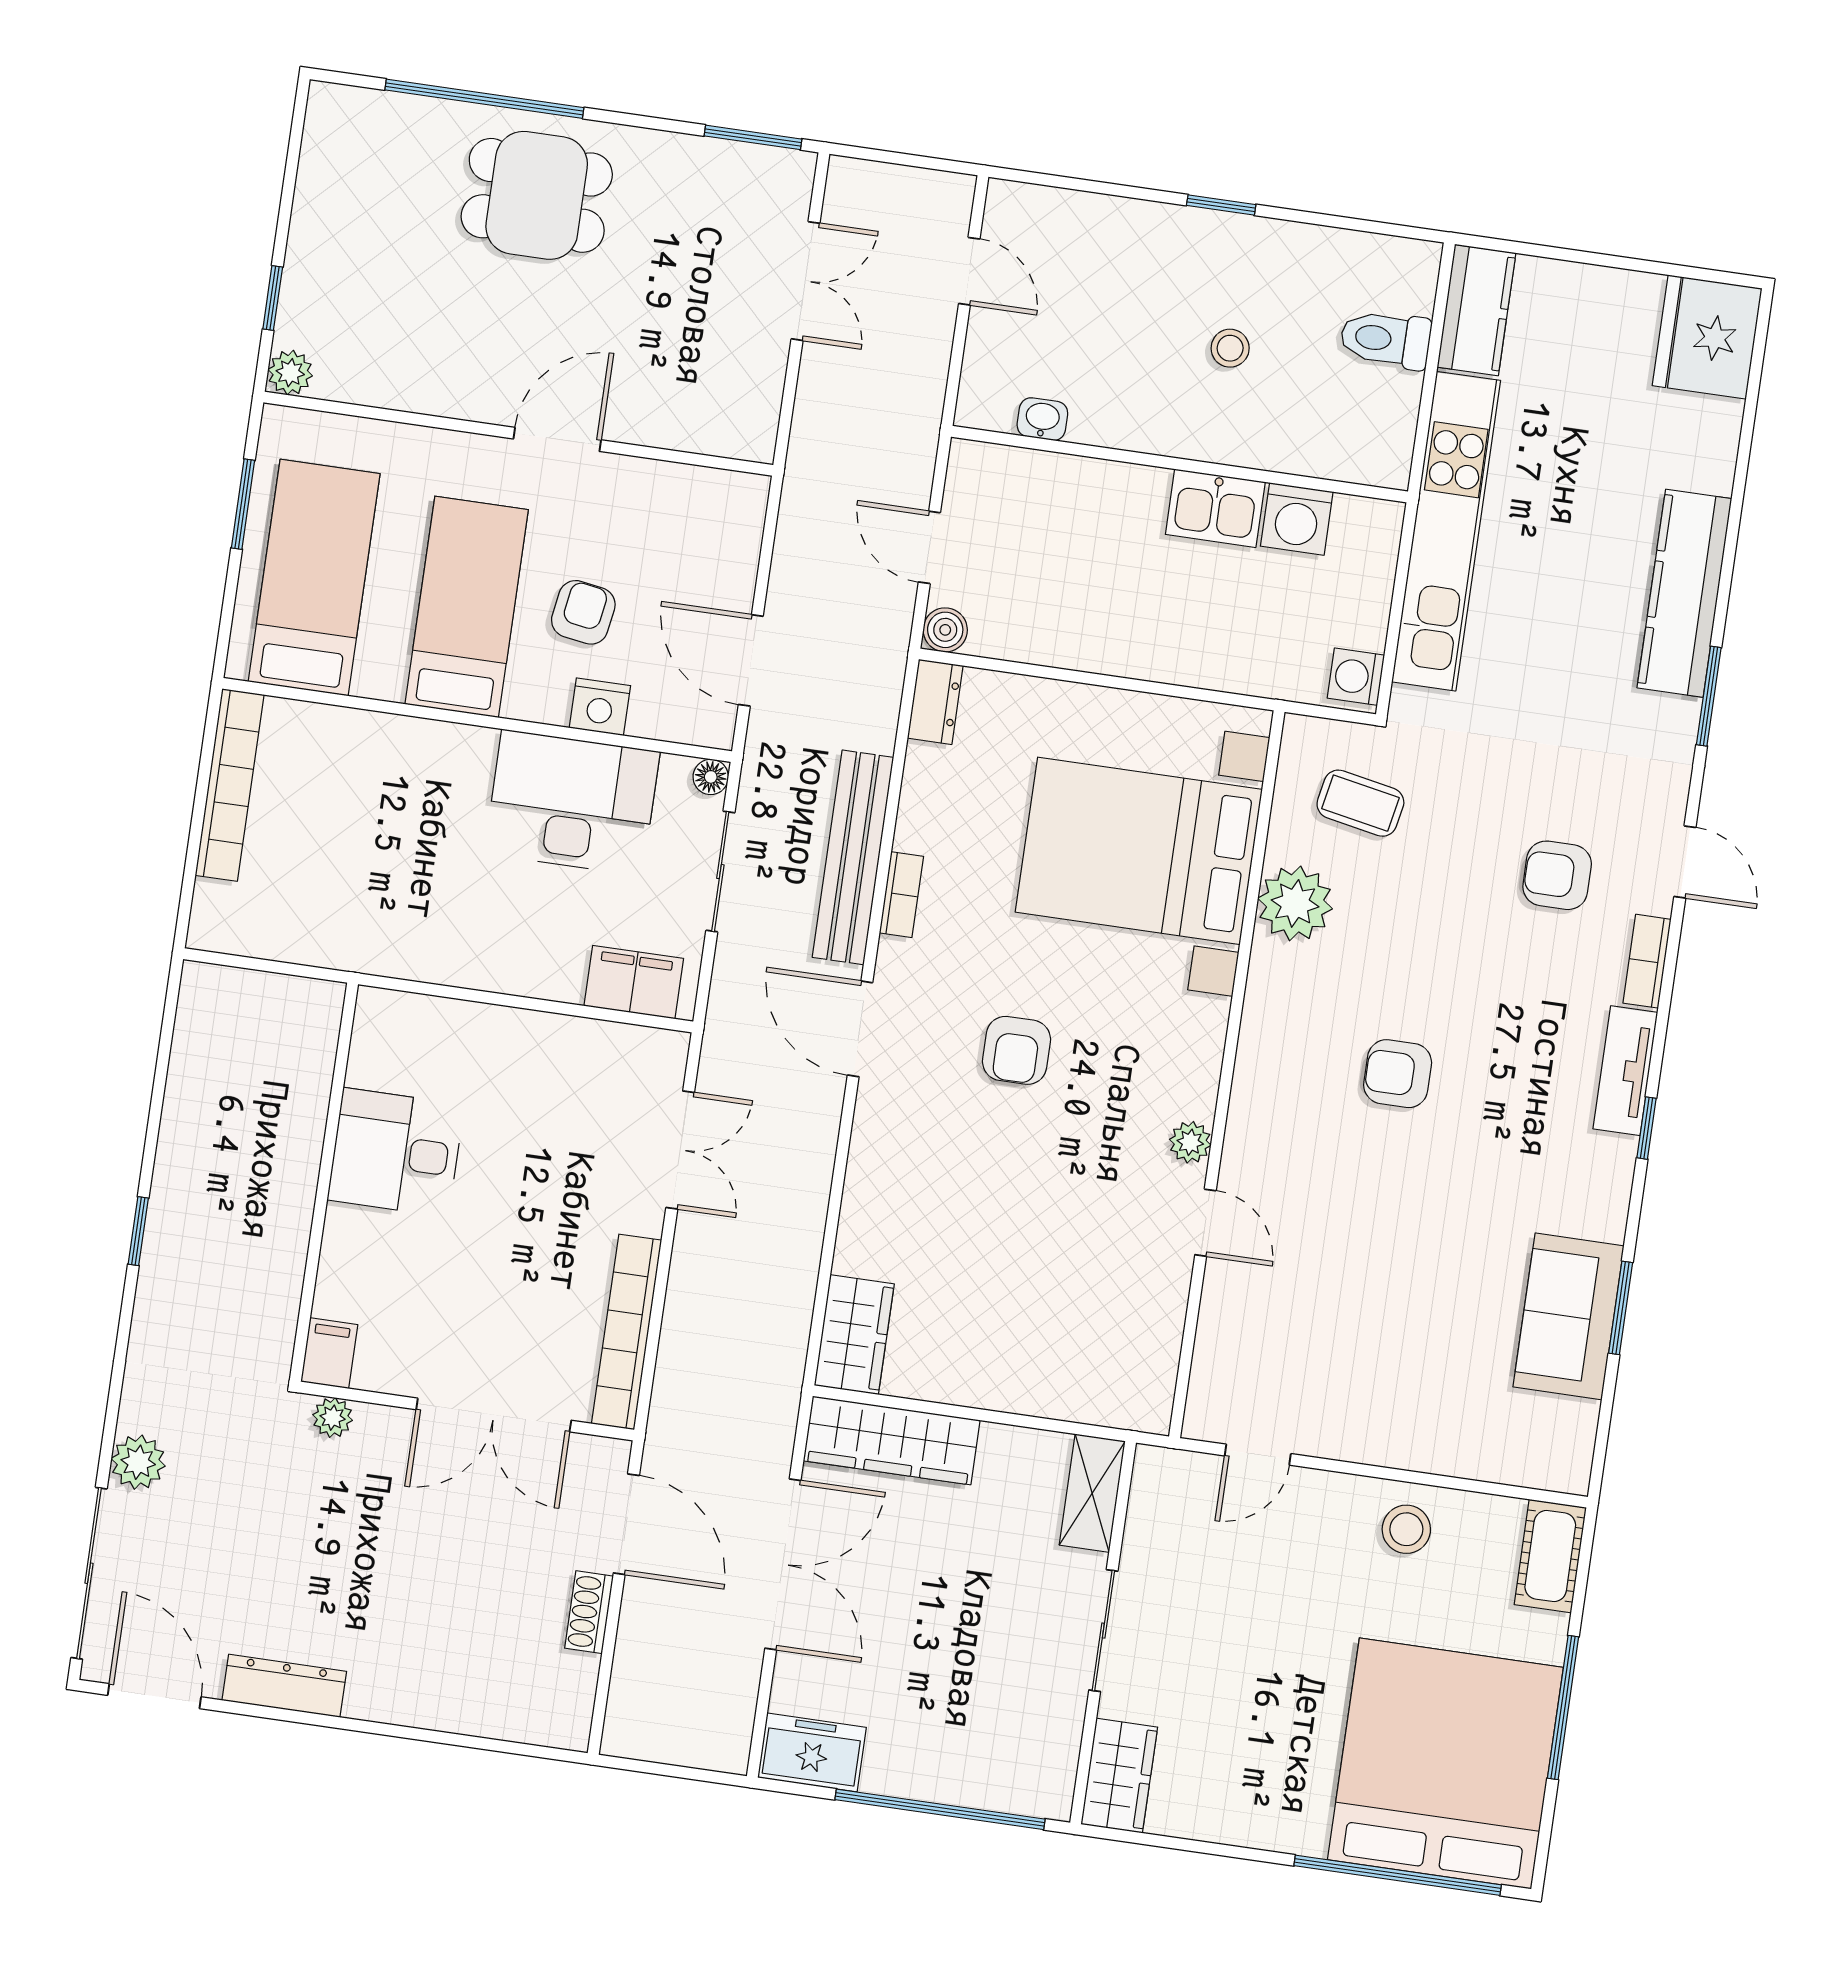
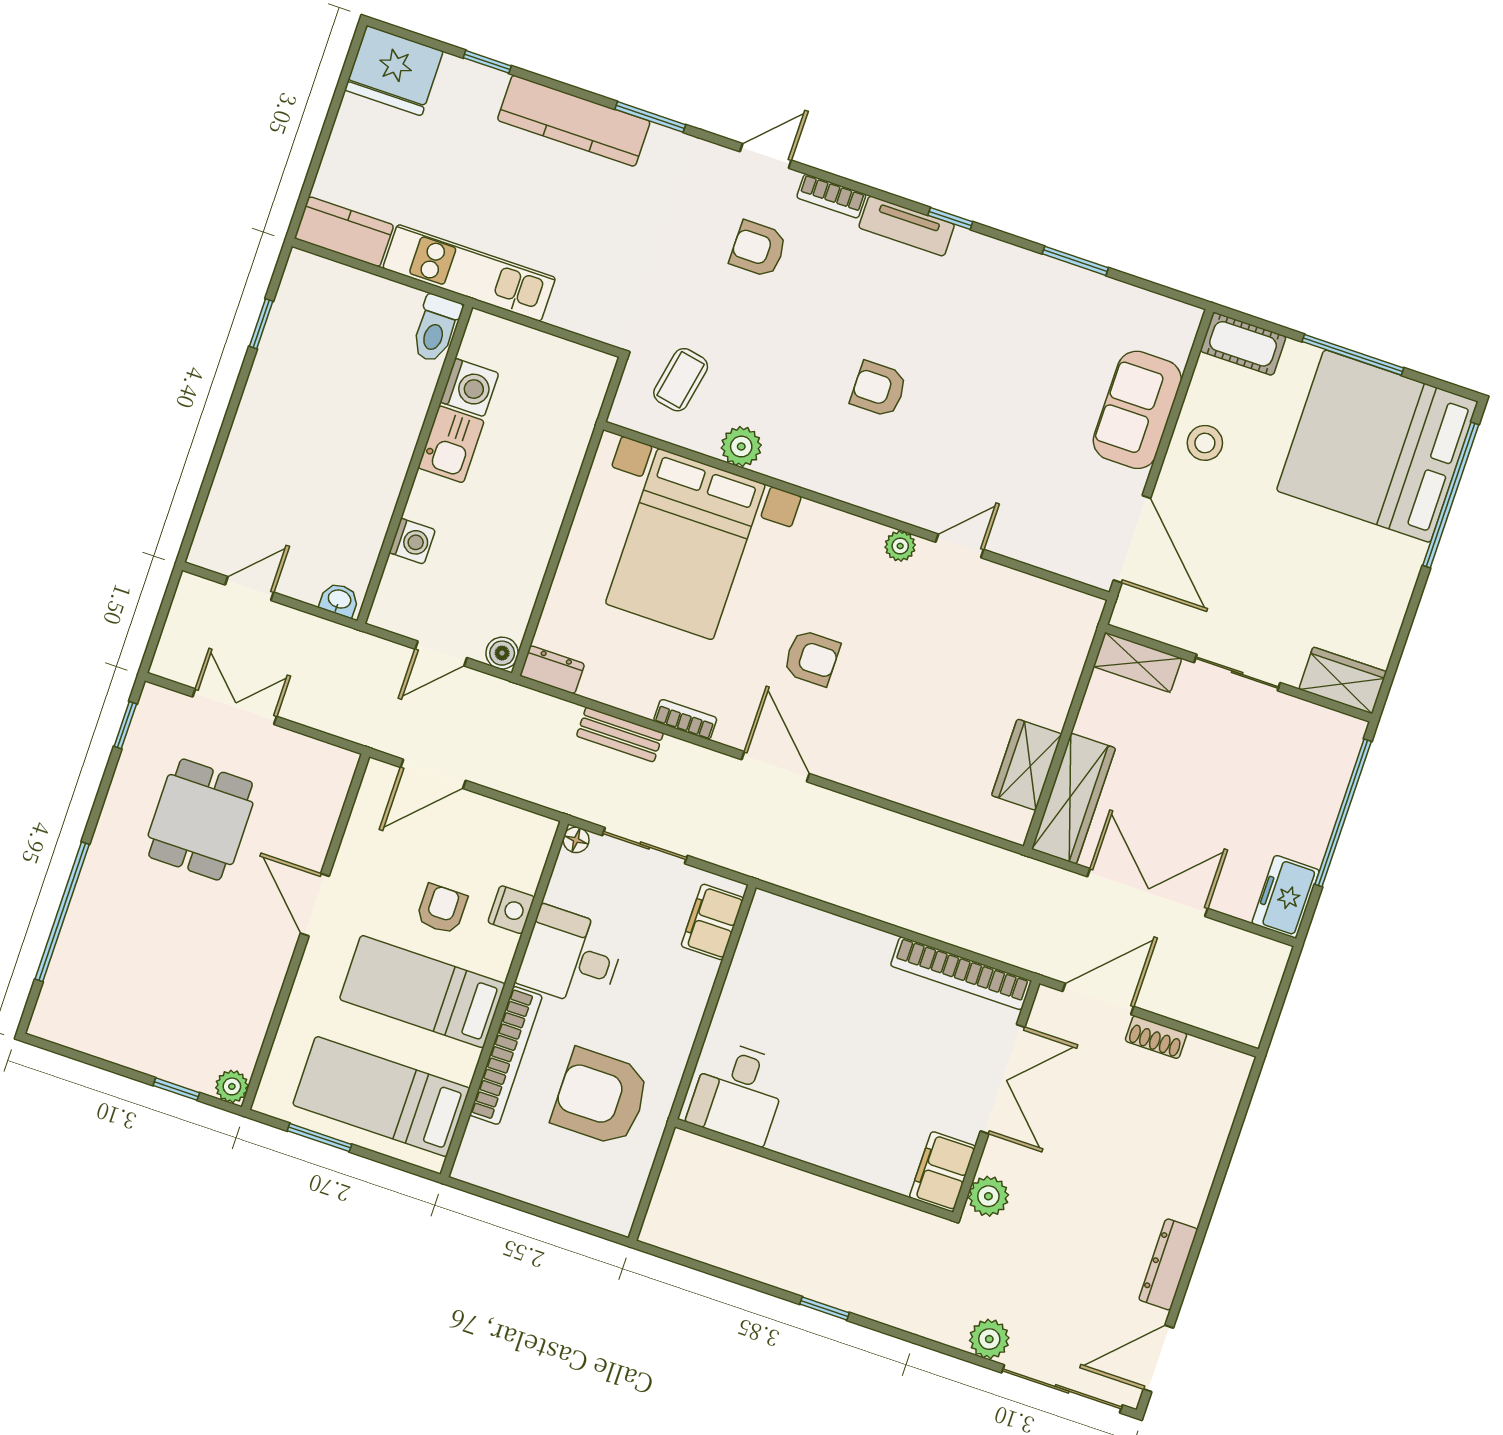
window: (753, 137) -> (125, 725), width x0.67
dining table: (537, 195) -> (201, 820), moved
window: (1221, 205) -> (261, 324), moved
toilet: (1386, 339) -> (436, 329), moved
stool: (1230, 348) -> (339, 413), removed
washbasin: (1042, 419) -> (339, 600), moved, turned 90
window: (1743, 461) -> (487, 62), added
kitchen unit: (1446, 531) -> (469, 273), width x0.73
armchair: (583, 612) -> (442, 909), turned 81
door: (751, 660) -> (433, 774), moved
washing machine: (1356, 677) -> (412, 541), moved, turned -90
bookcase: (230, 785) -> (506, 1055), moved, turned 90
desk: (572, 803) -> (571, 957), width x0.73
bench: (853, 857) -> (620, 735), width x0.54, depth x0.82
armchair: (368, 875) -> (601, 1097), added
armchair: (1557, 875) -> (758, 249), turned 90
plant: (1295, 903) -> (741, 447), width x0.73, depth x0.73
door: (860, 1029) -> (776, 767), swing flipped
armchair: (1398, 1074) -> (879, 389), turned 90
double door: (680, 1150) -> (838, 911), removed
desk: (396, 1152) -> (738, 1093), moved
sofa: (1569, 1316) -> (1137, 410), moved, turned 90
wardrobe: (854, 1335) -> (1027, 765), moved, turned -90
filing cabinet: (329, 1353) -> (942, 1172), width x2.00
plant: (333, 1418) -> (988, 1196), width x1.38, depth x1.38
door: (1258, 1455) -> (1132, 539), width x1.88

